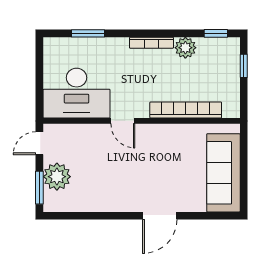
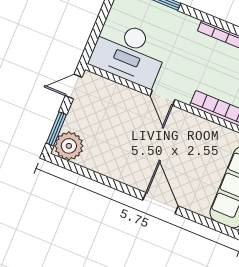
plant: (57, 177) -> (69, 146), moved
door: (160, 216) -> (161, 203), swing flipped

